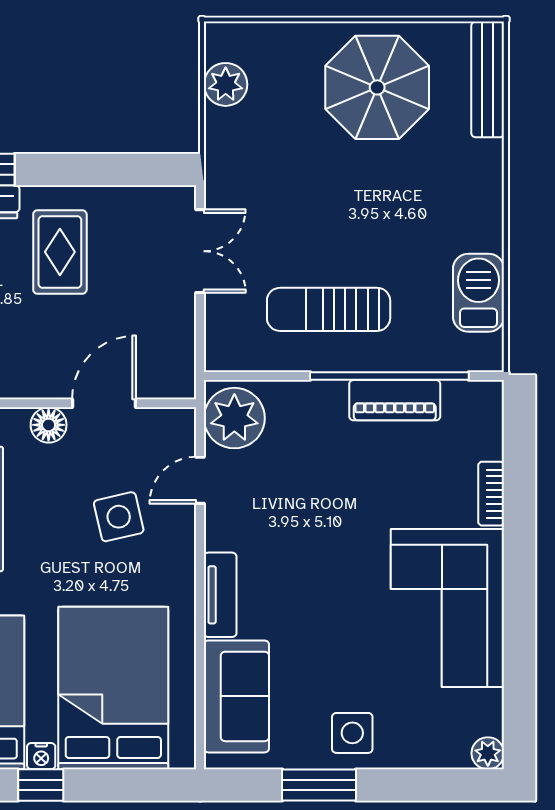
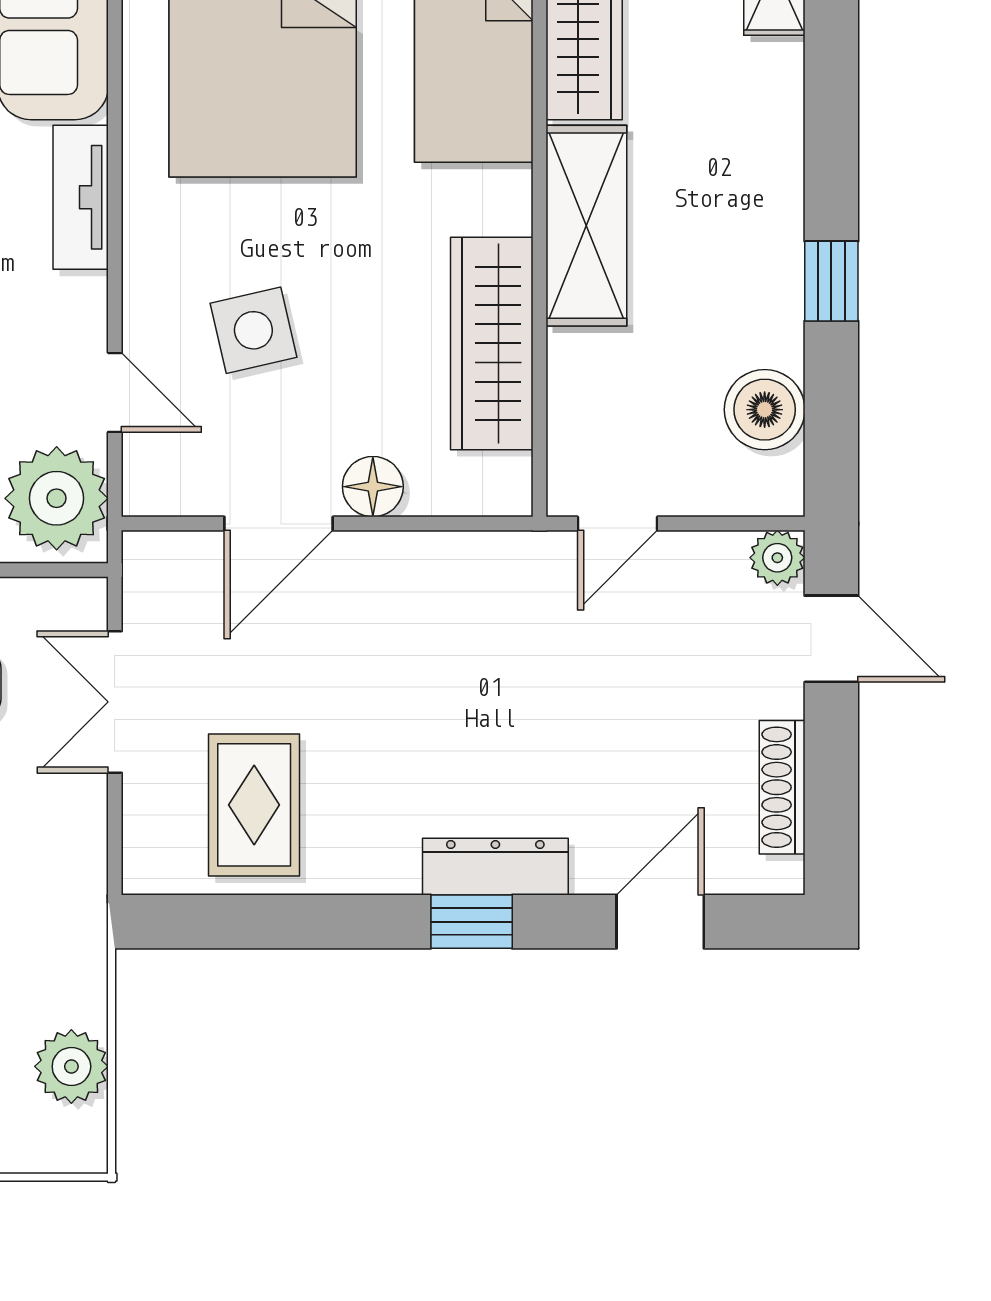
double door: (200, 251) -> (115, 702), moved
rug: (60, 252) -> (254, 805), moved
door: (200, 480) -> (115, 392), hinge flipped

